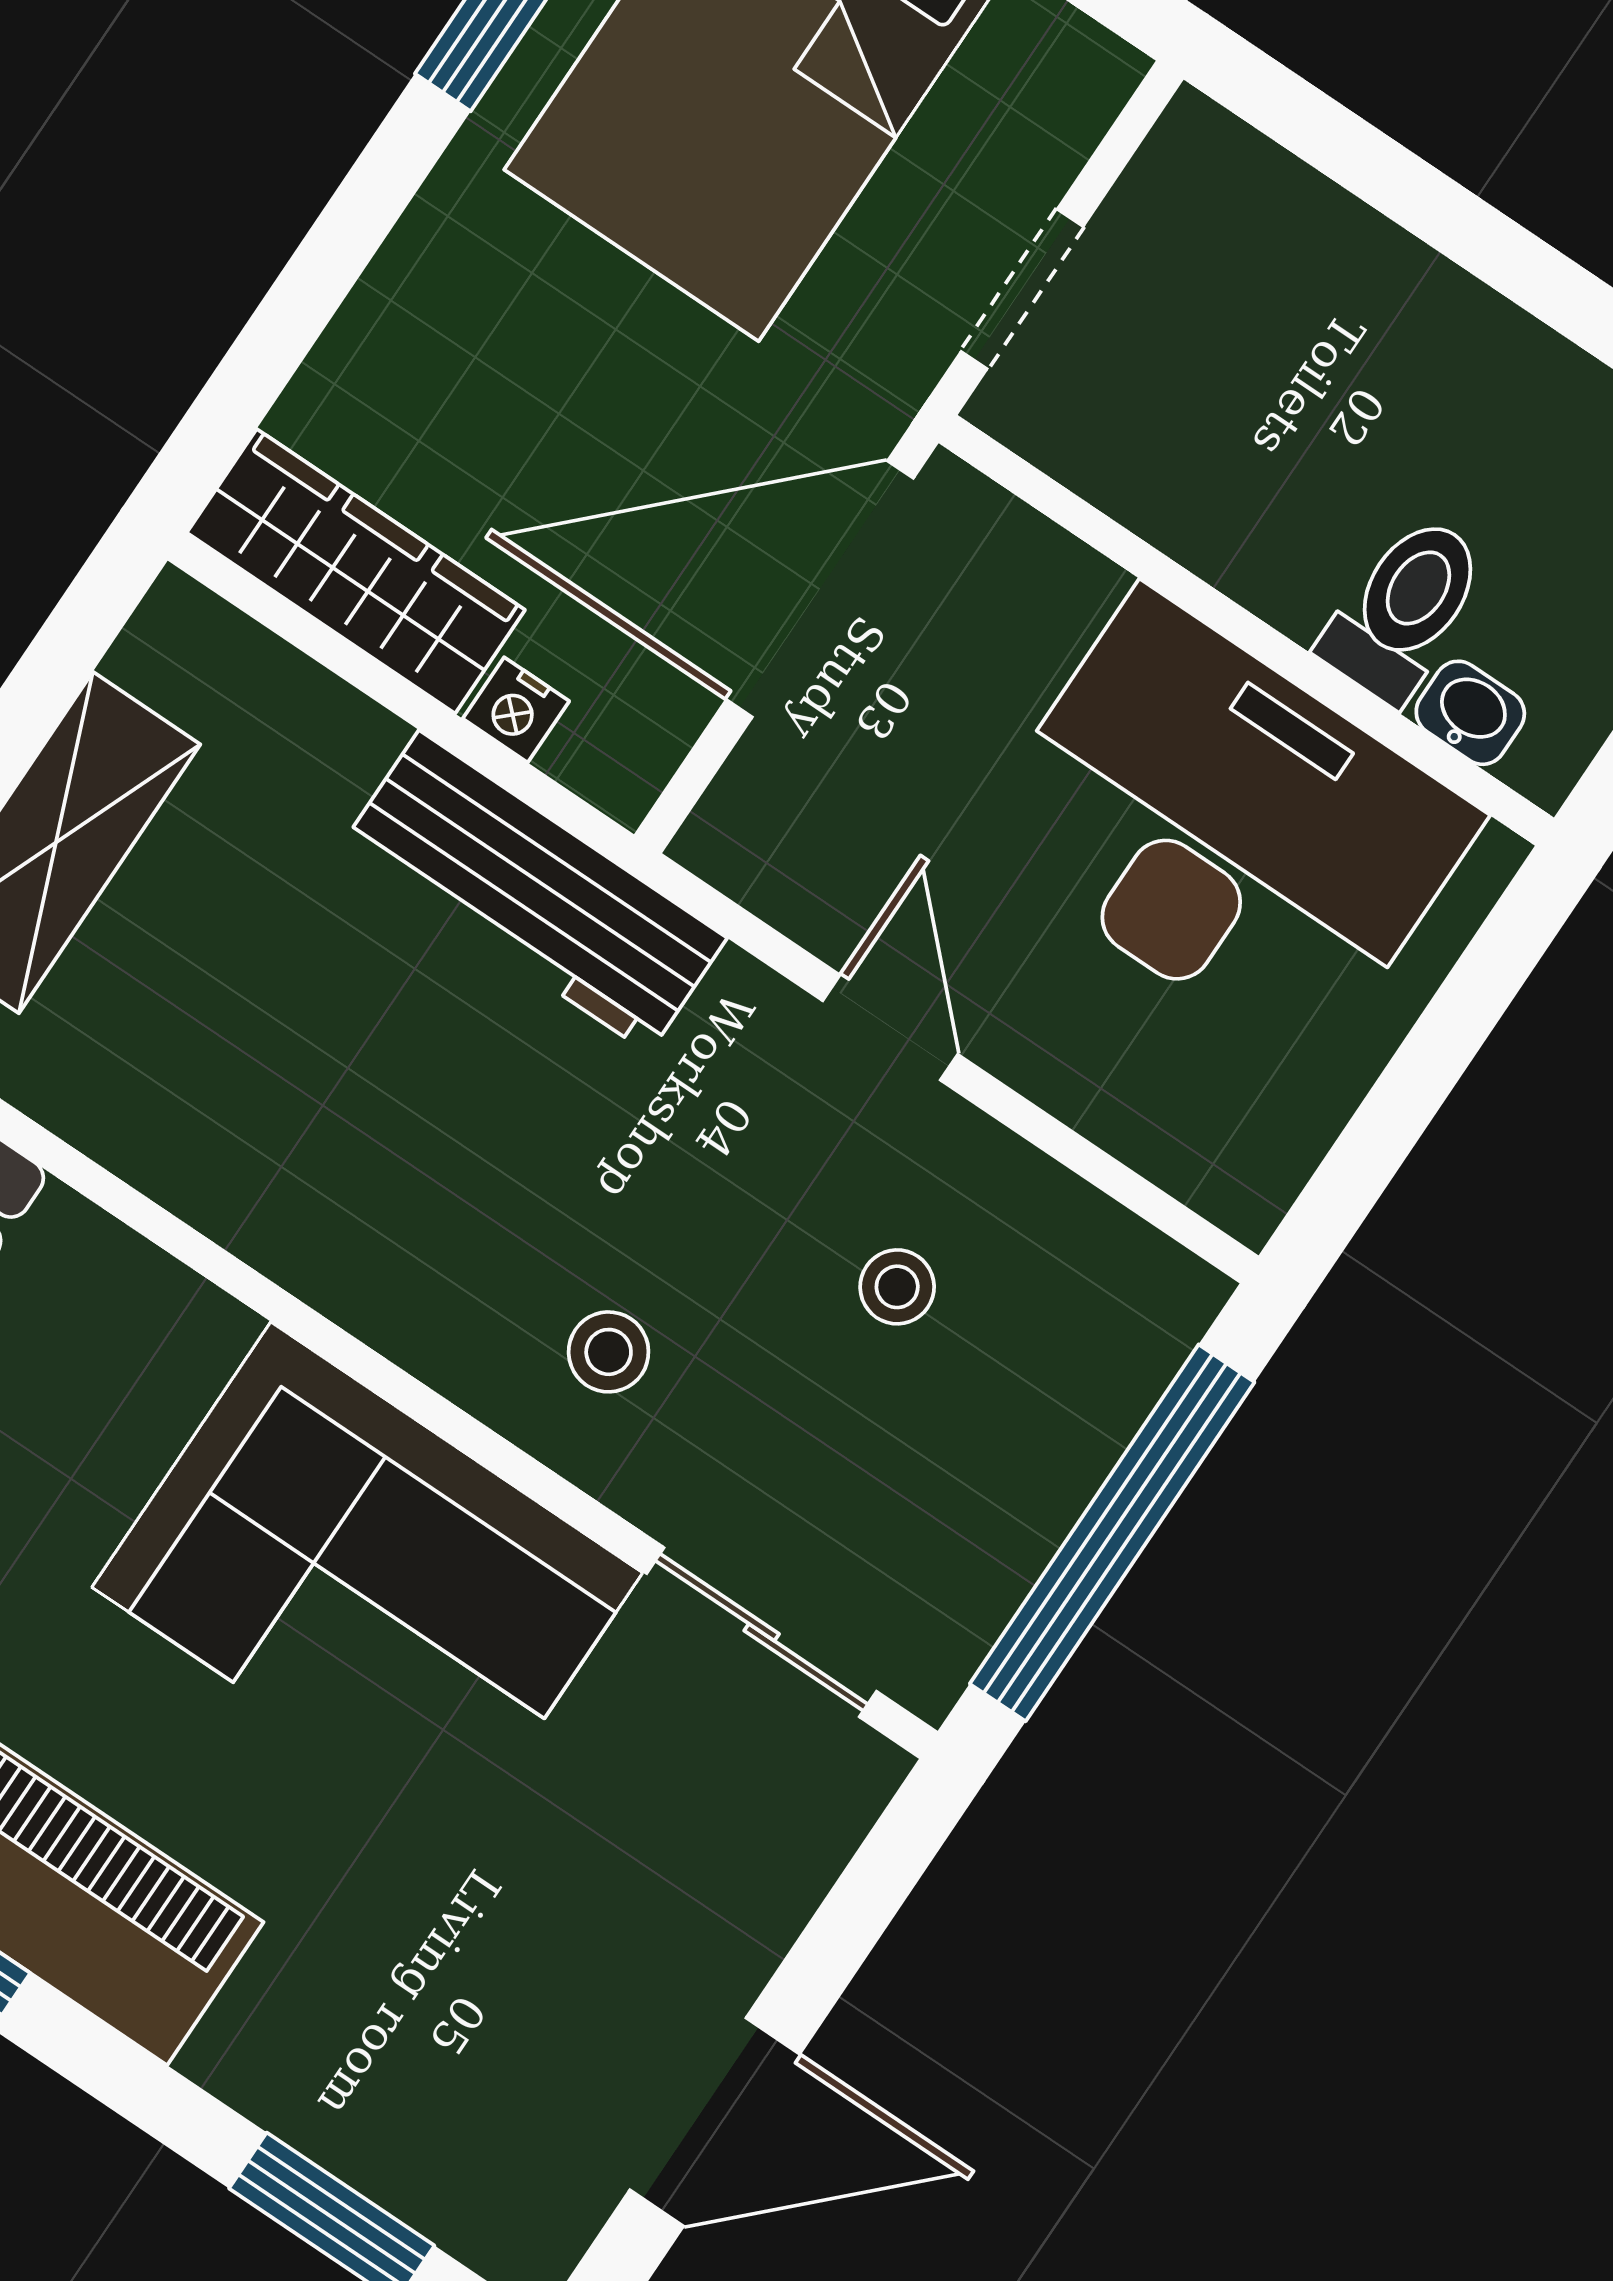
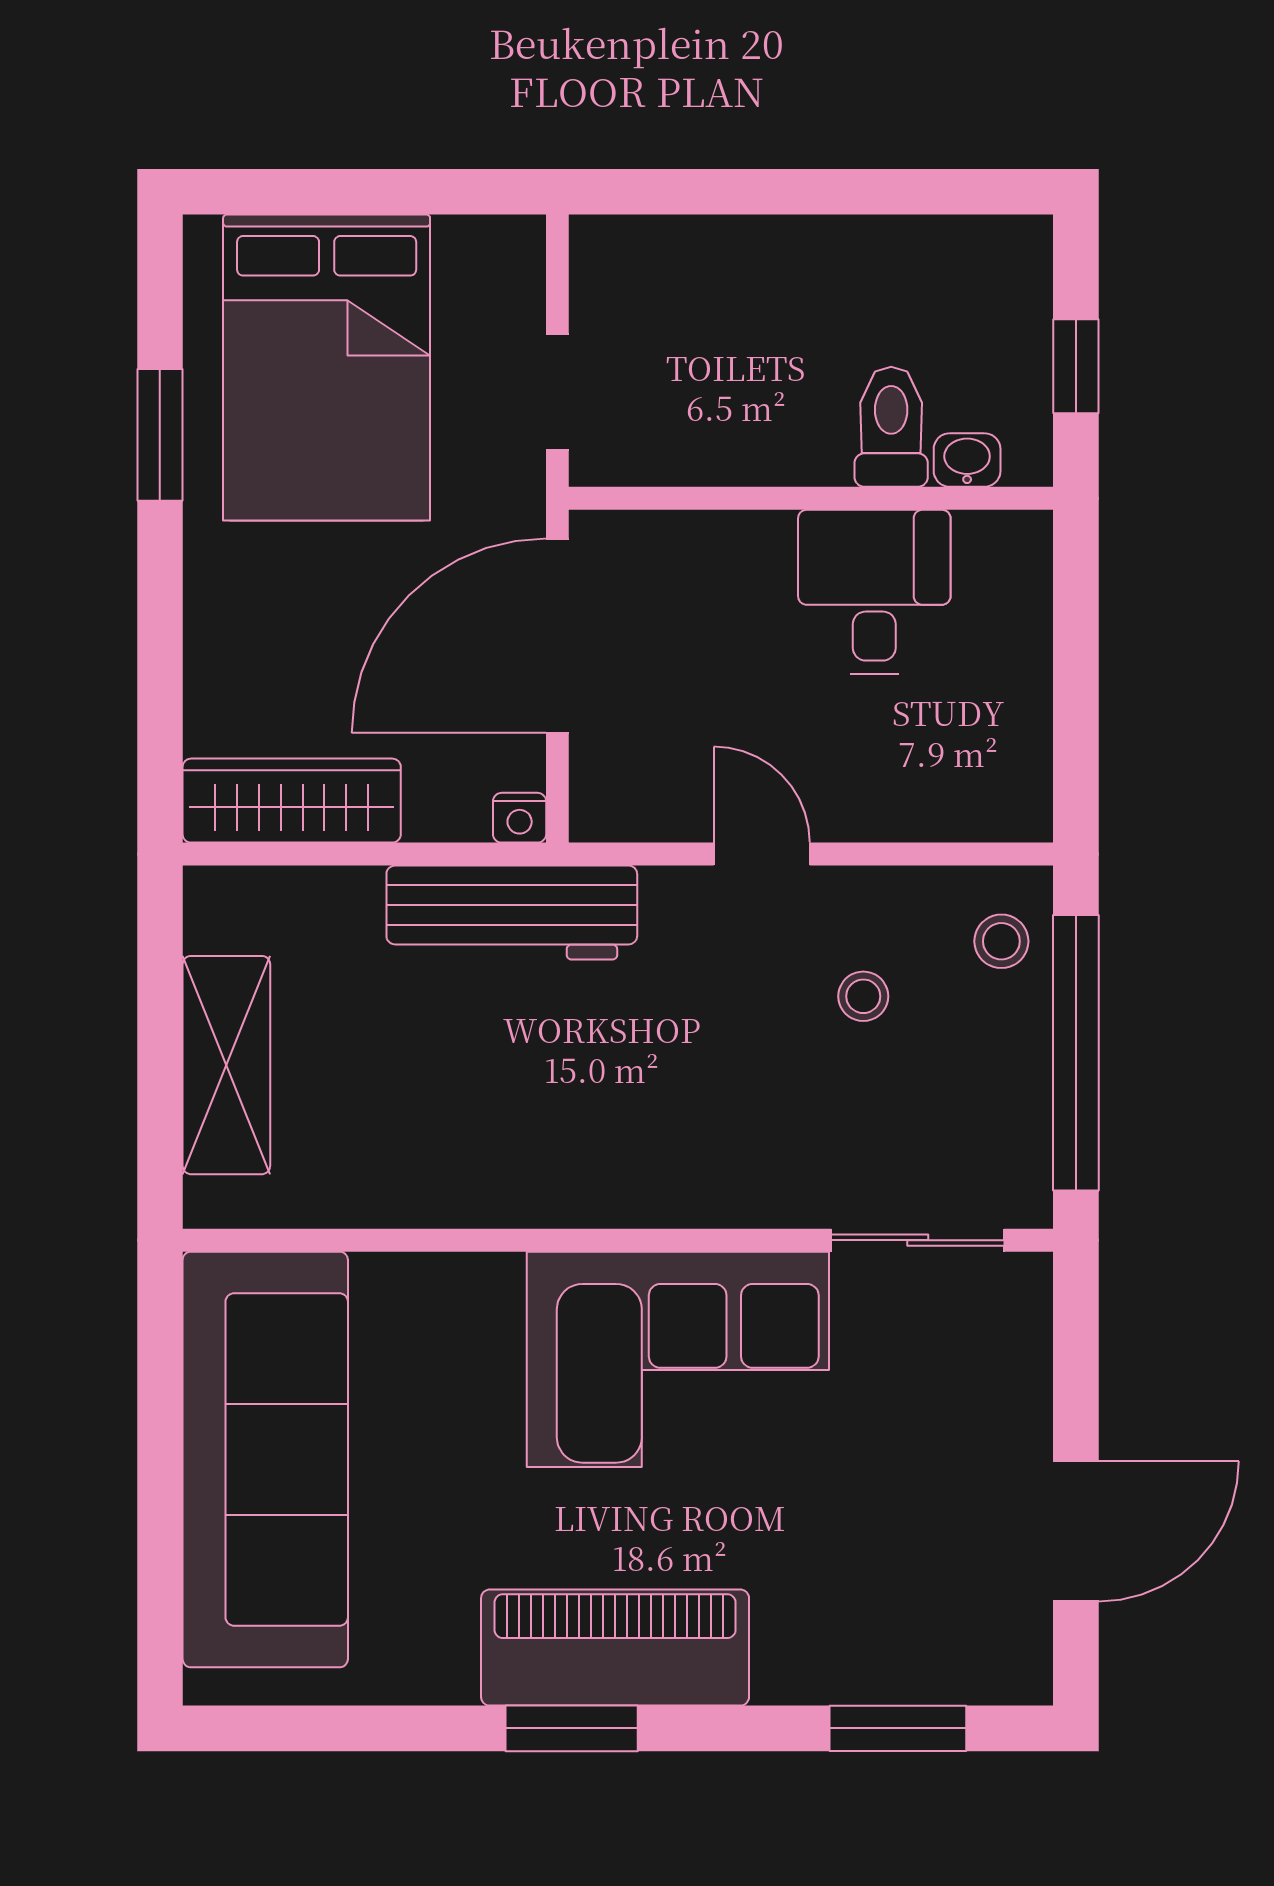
nightstand: (516, 710) -> (520, 818), moved
desk: (1226, 828) -> (874, 592), width x0.53, depth x0.77
stool: (609, 1352) -> (1001, 941), moved

